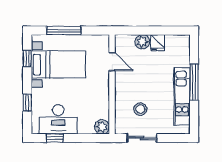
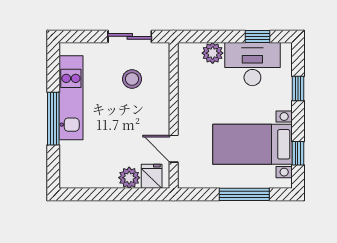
fridge: (158, 43) -> (152, 176), moved
plant: (102, 127) -> (213, 53), moved

